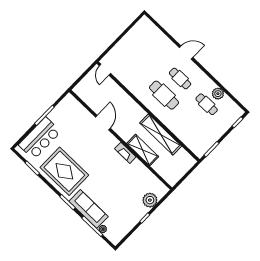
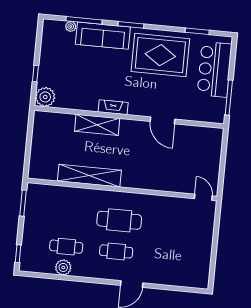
door: (103, 123) -> (163, 120), moved
wall: (121, 140) -> (129, 117), moved
shelving: (143, 150) -> (97, 125), moved
fireplace: (125, 153) -> (113, 107), moved

